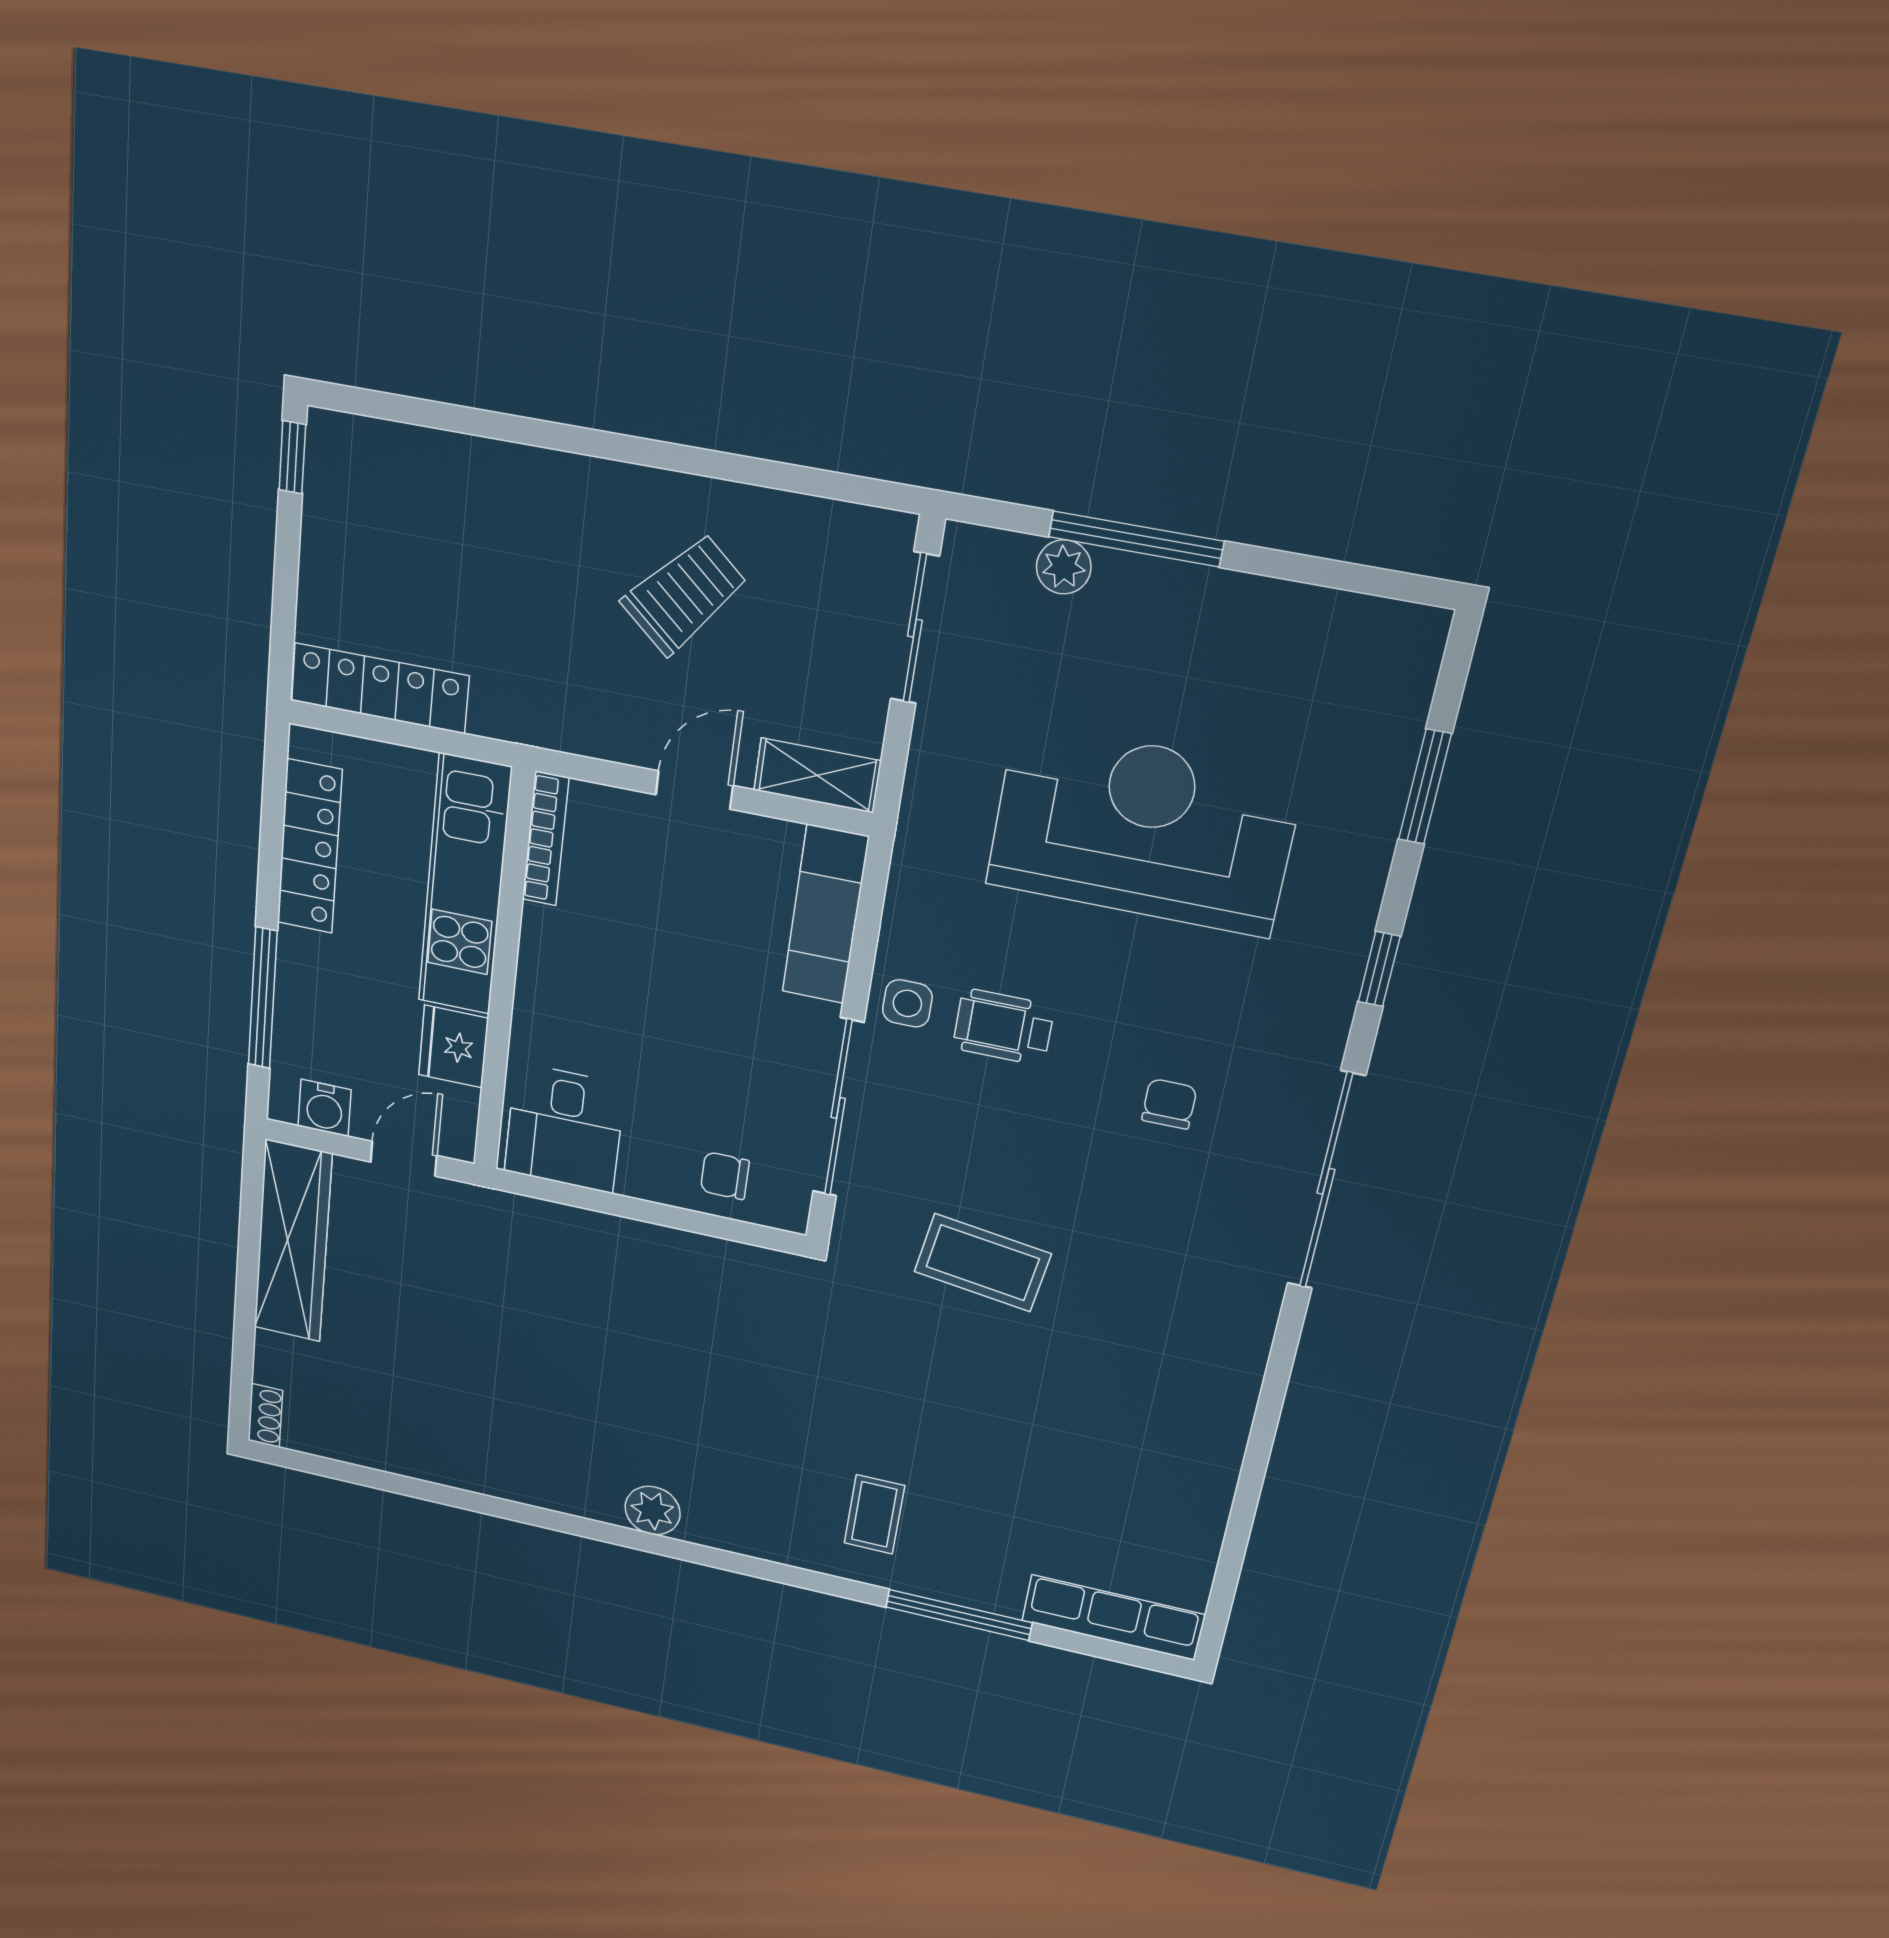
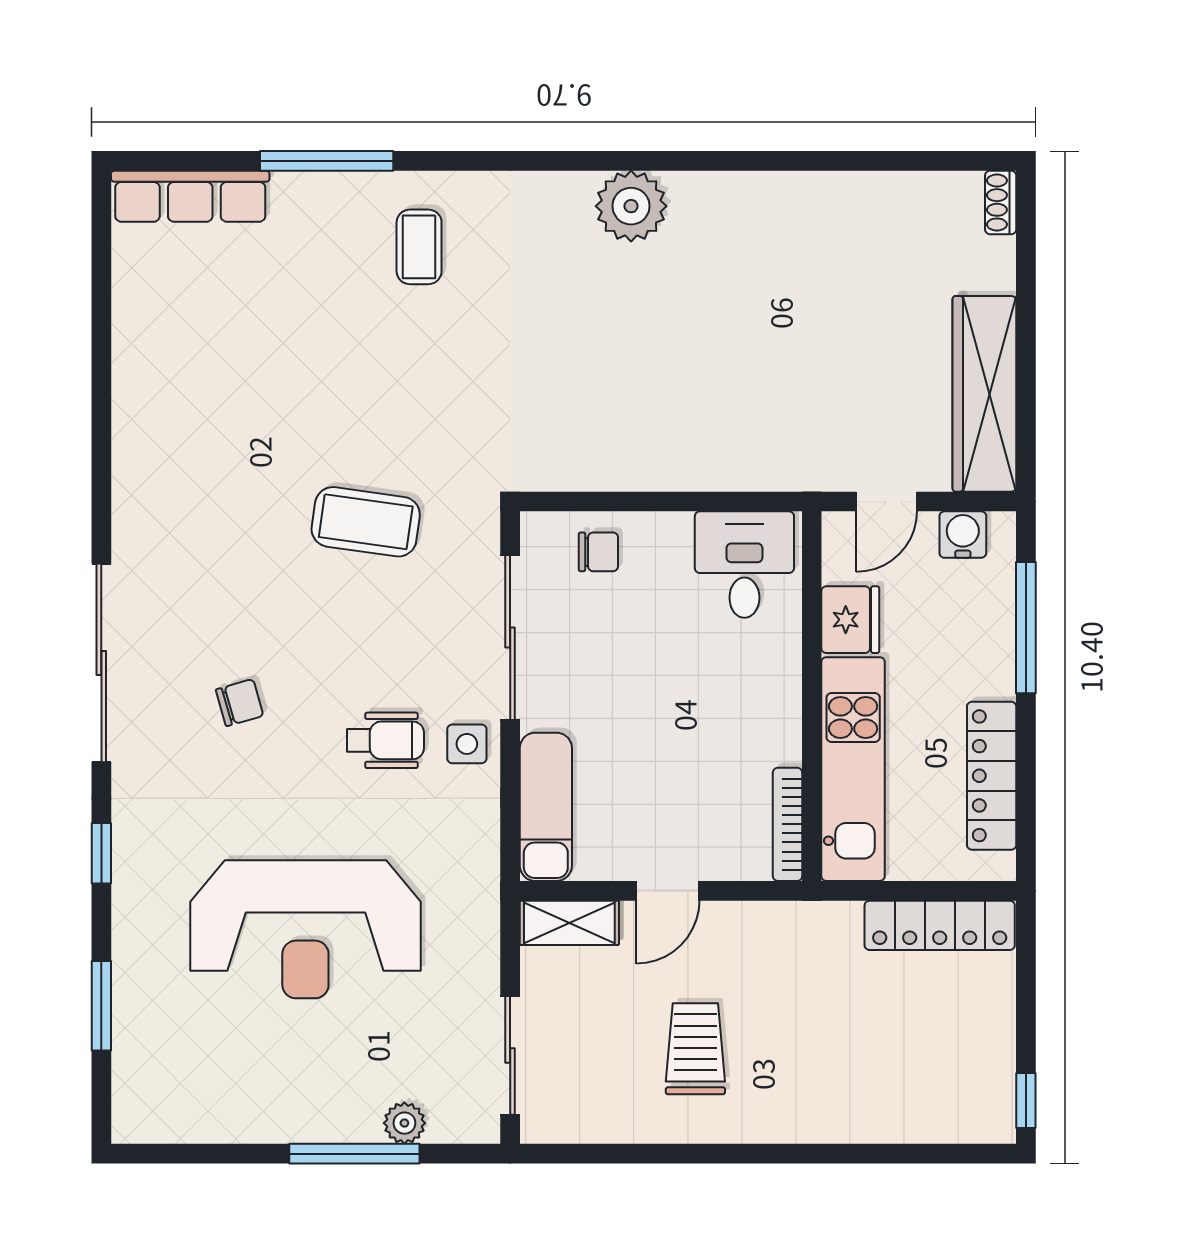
trolley: (684, 594) -> (695, 1049), turned 139
chair: (1169, 1104) -> (240, 703), turned -106
plant: (653, 1510) -> (631, 206), width x1.36, depth x1.36

